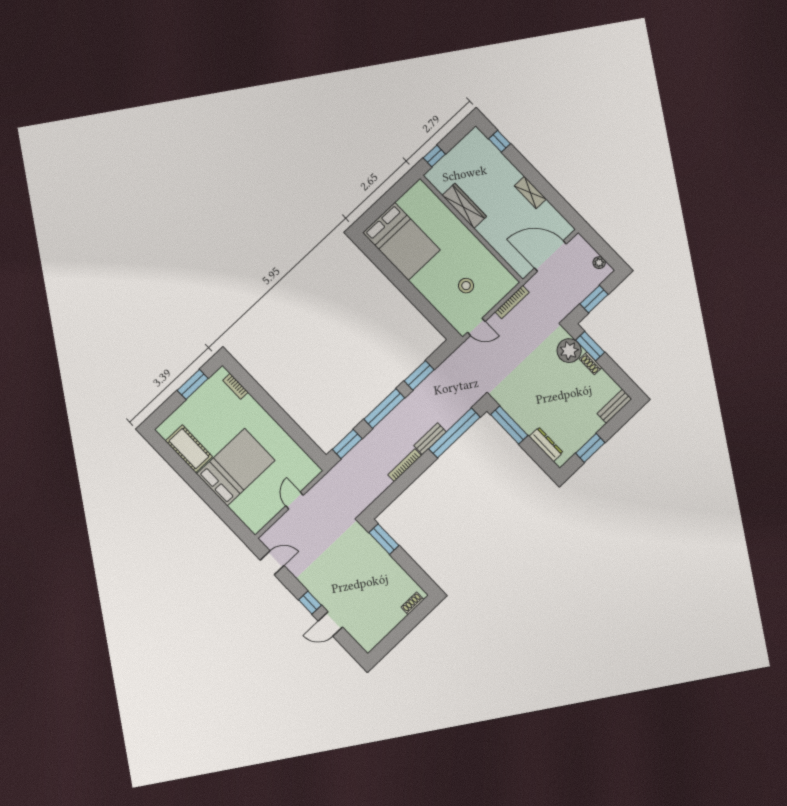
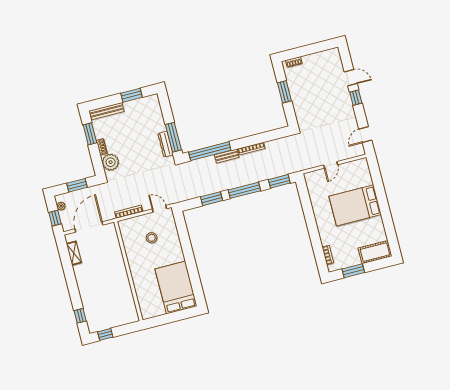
window: (434, 156) -> (105, 334), moved
shelving: (530, 193) -> (74, 253), moved
wardrobe: (464, 206) -> (125, 288), removed
window: (598, 244) -> (55, 218), added
door: (550, 256) -> (89, 227), swing flipped
window: (590, 346) -> (90, 134), moved
bench: (614, 406) -> (106, 111), width x1.36
dresser: (546, 444) -> (166, 144), moved
cot: (189, 449) -> (375, 252), moved, turned 90
window: (384, 539) -> (284, 92), moved
door: (272, 563) -> (365, 135), hinge flipped

